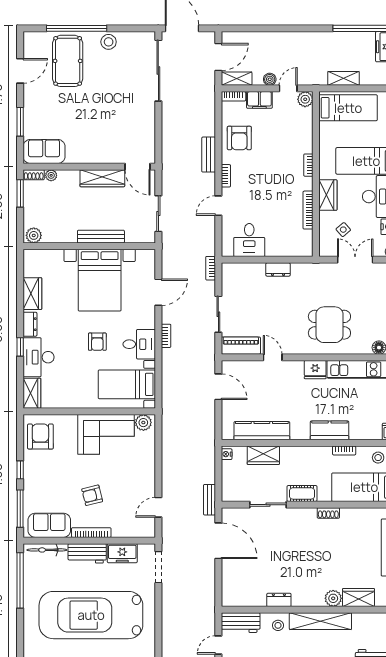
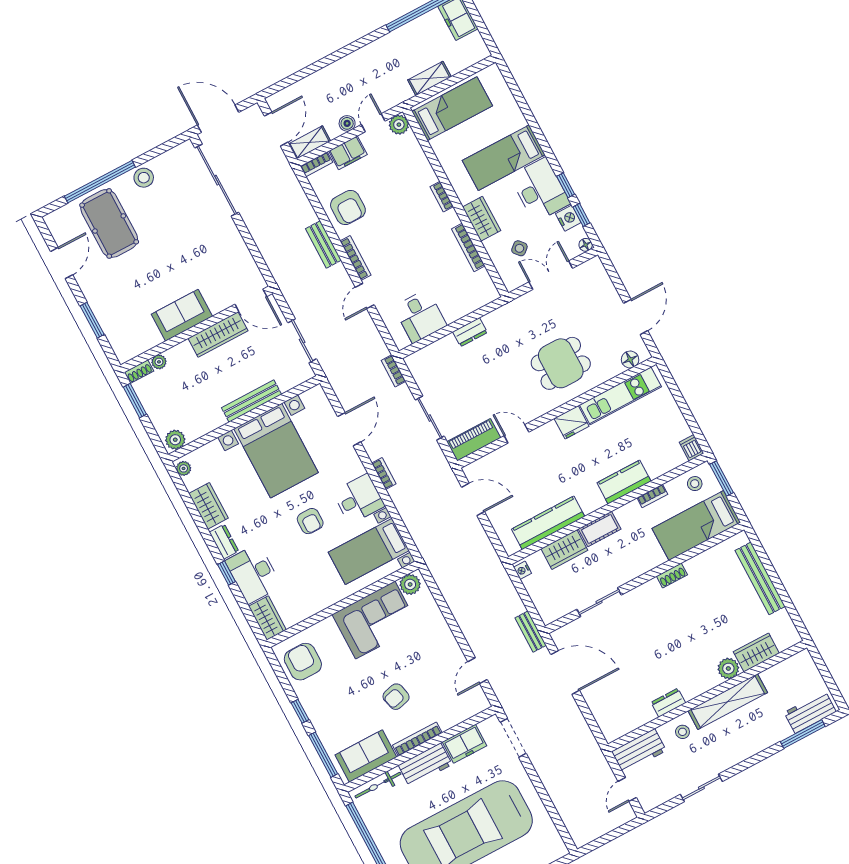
sofa: (44, 151) -> (182, 315), moved
bookcase: (226, 176) -> (355, 258), width x1.56
plant: (29, 258) -> (184, 468), added
cot: (302, 493) -> (600, 529), moved

